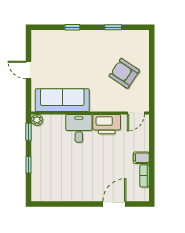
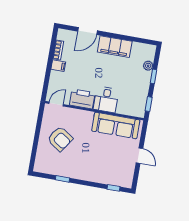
window: (72, 27) -> (114, 188), moved
plant: (37, 120) -> (148, 66), moved
filing cabinet: (80, 191) -> (115, 47), added

